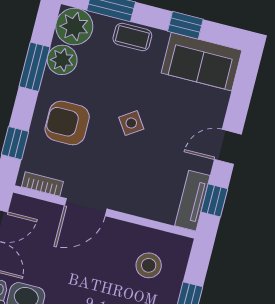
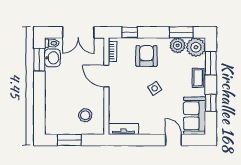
window: (34, 67) -> (181, 32), moved
door: (228, 147) -> (173, 140), moved
window: (214, 200) -> (126, 140), removed

